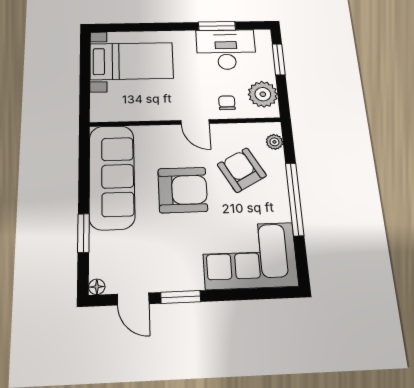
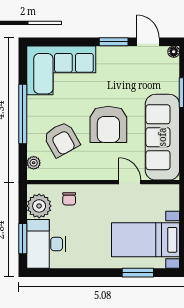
window: (217, 26) -> (138, 273), moved
desk: (226, 49) -> (46, 244), moved, turned 90
door: (195, 122) -> (130, 182), moved
armchair: (183, 190) -> (108, 124), turned -90

